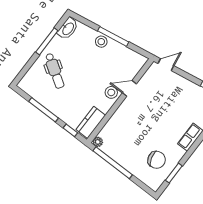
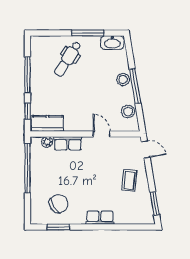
stool: (111, 92) -> (128, 111), moved
coffee table: (180, 94) -> (129, 180), added
row of seats: (117, 119) -> (68, 143), added
plant: (98, 142) -> (47, 142), moved
chair: (157, 160) -> (59, 204), turned -104

